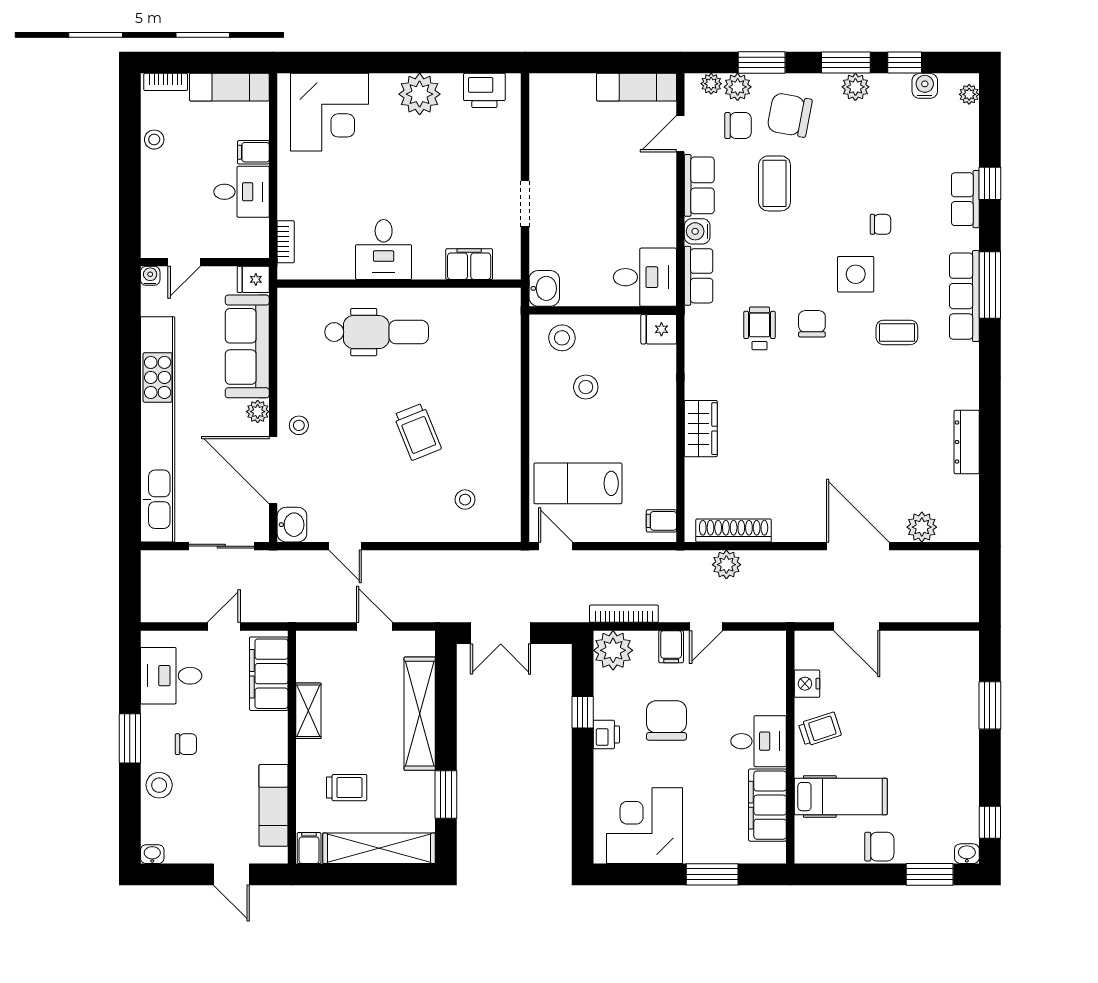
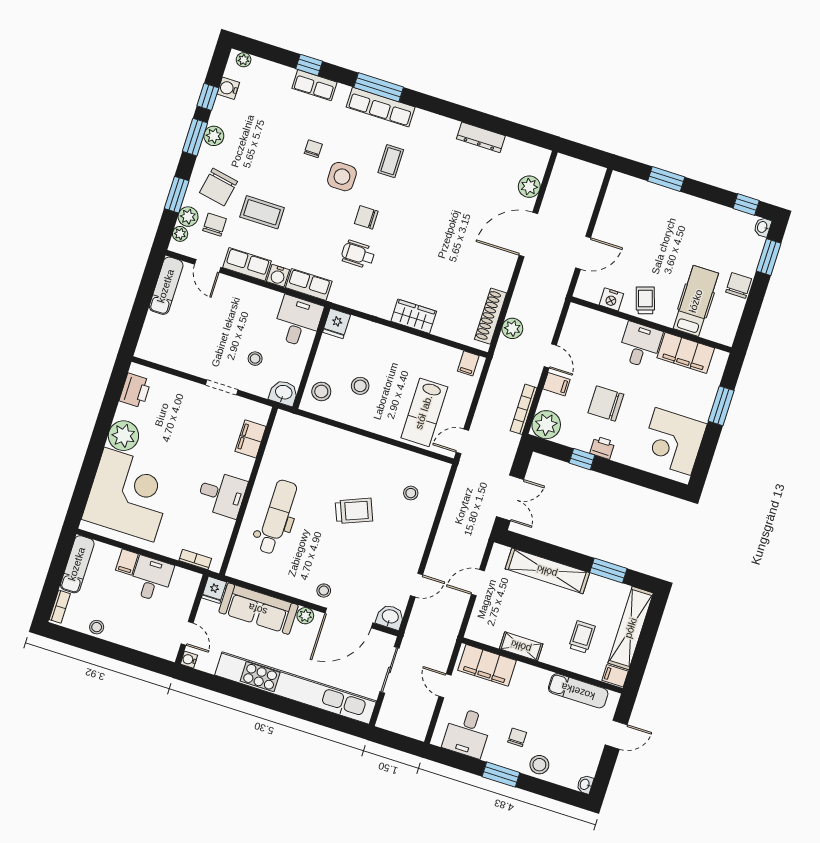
corner desk: (330, 112) -> (129, 495), width x1.36, depth x1.36
stool: (577, 236) -> (255, 359), added

